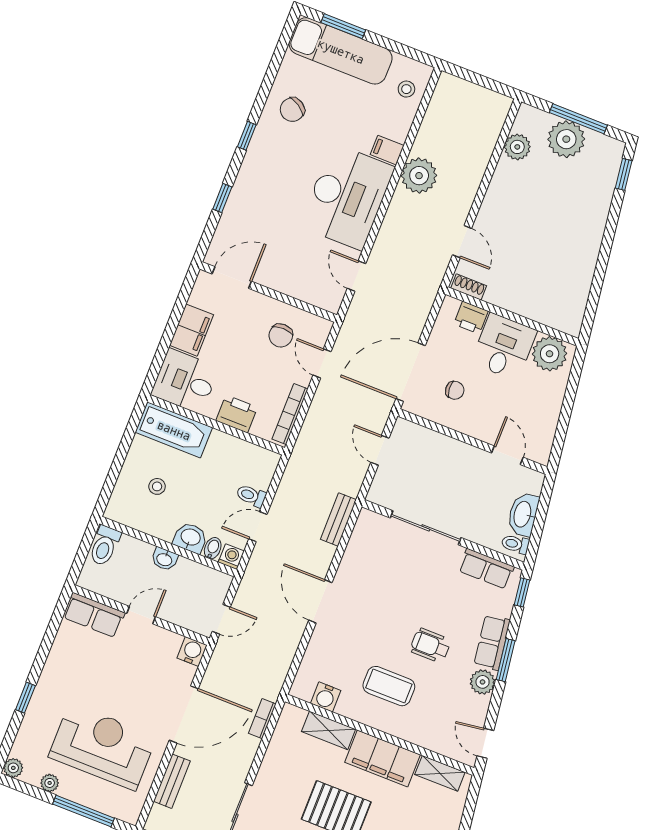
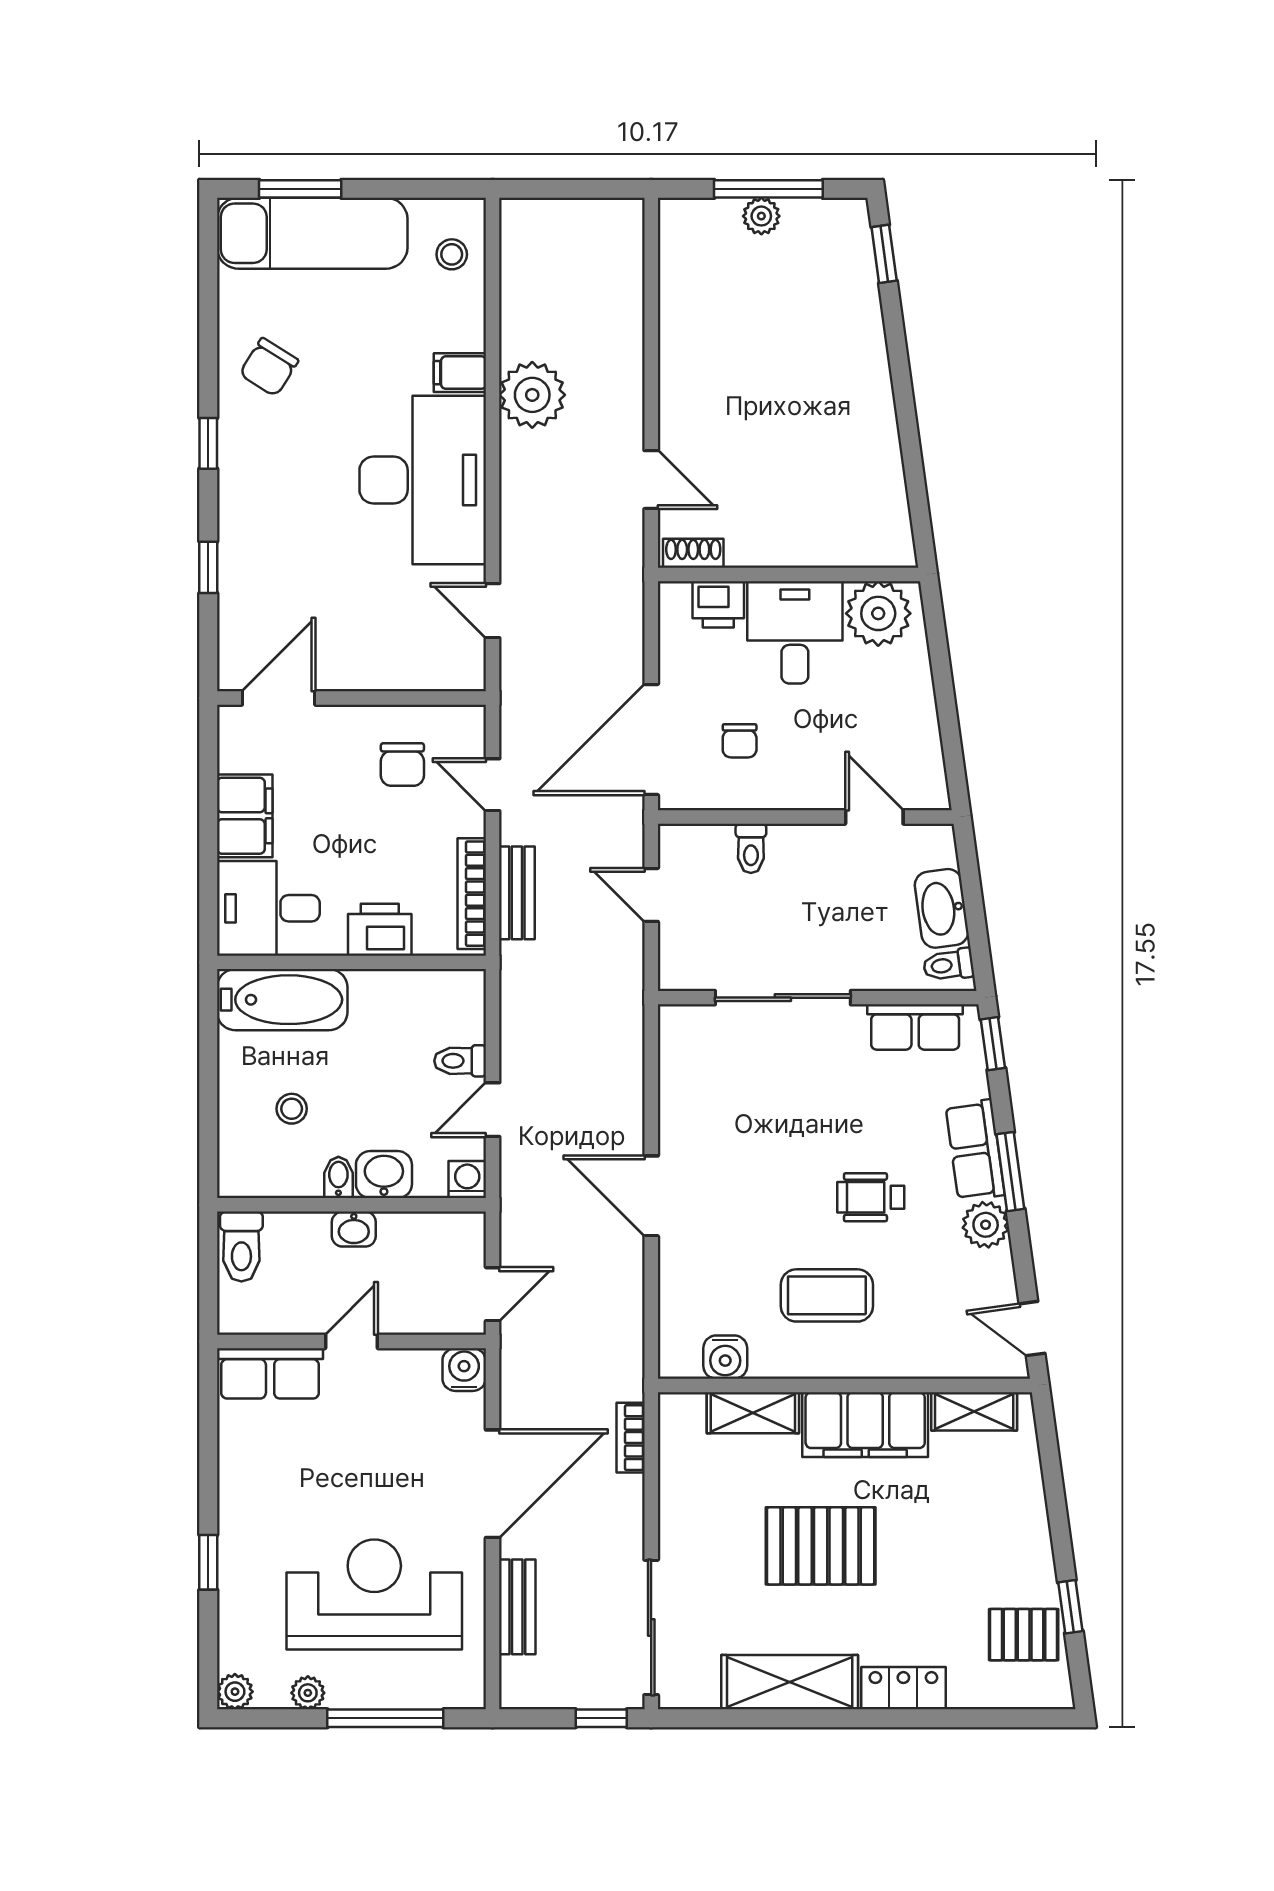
plant: (566, 139) -> (761, 216), width x0.53, depth x0.53
plant: (517, 147) -> (682, 279), removed
chair: (455, 390) -> (740, 741), turned 95
toilet: (439, 447) -> (751, 848), added
bench: (338, 520) -> (517, 893), moved
bidet: (213, 548) -> (338, 1177), moved

